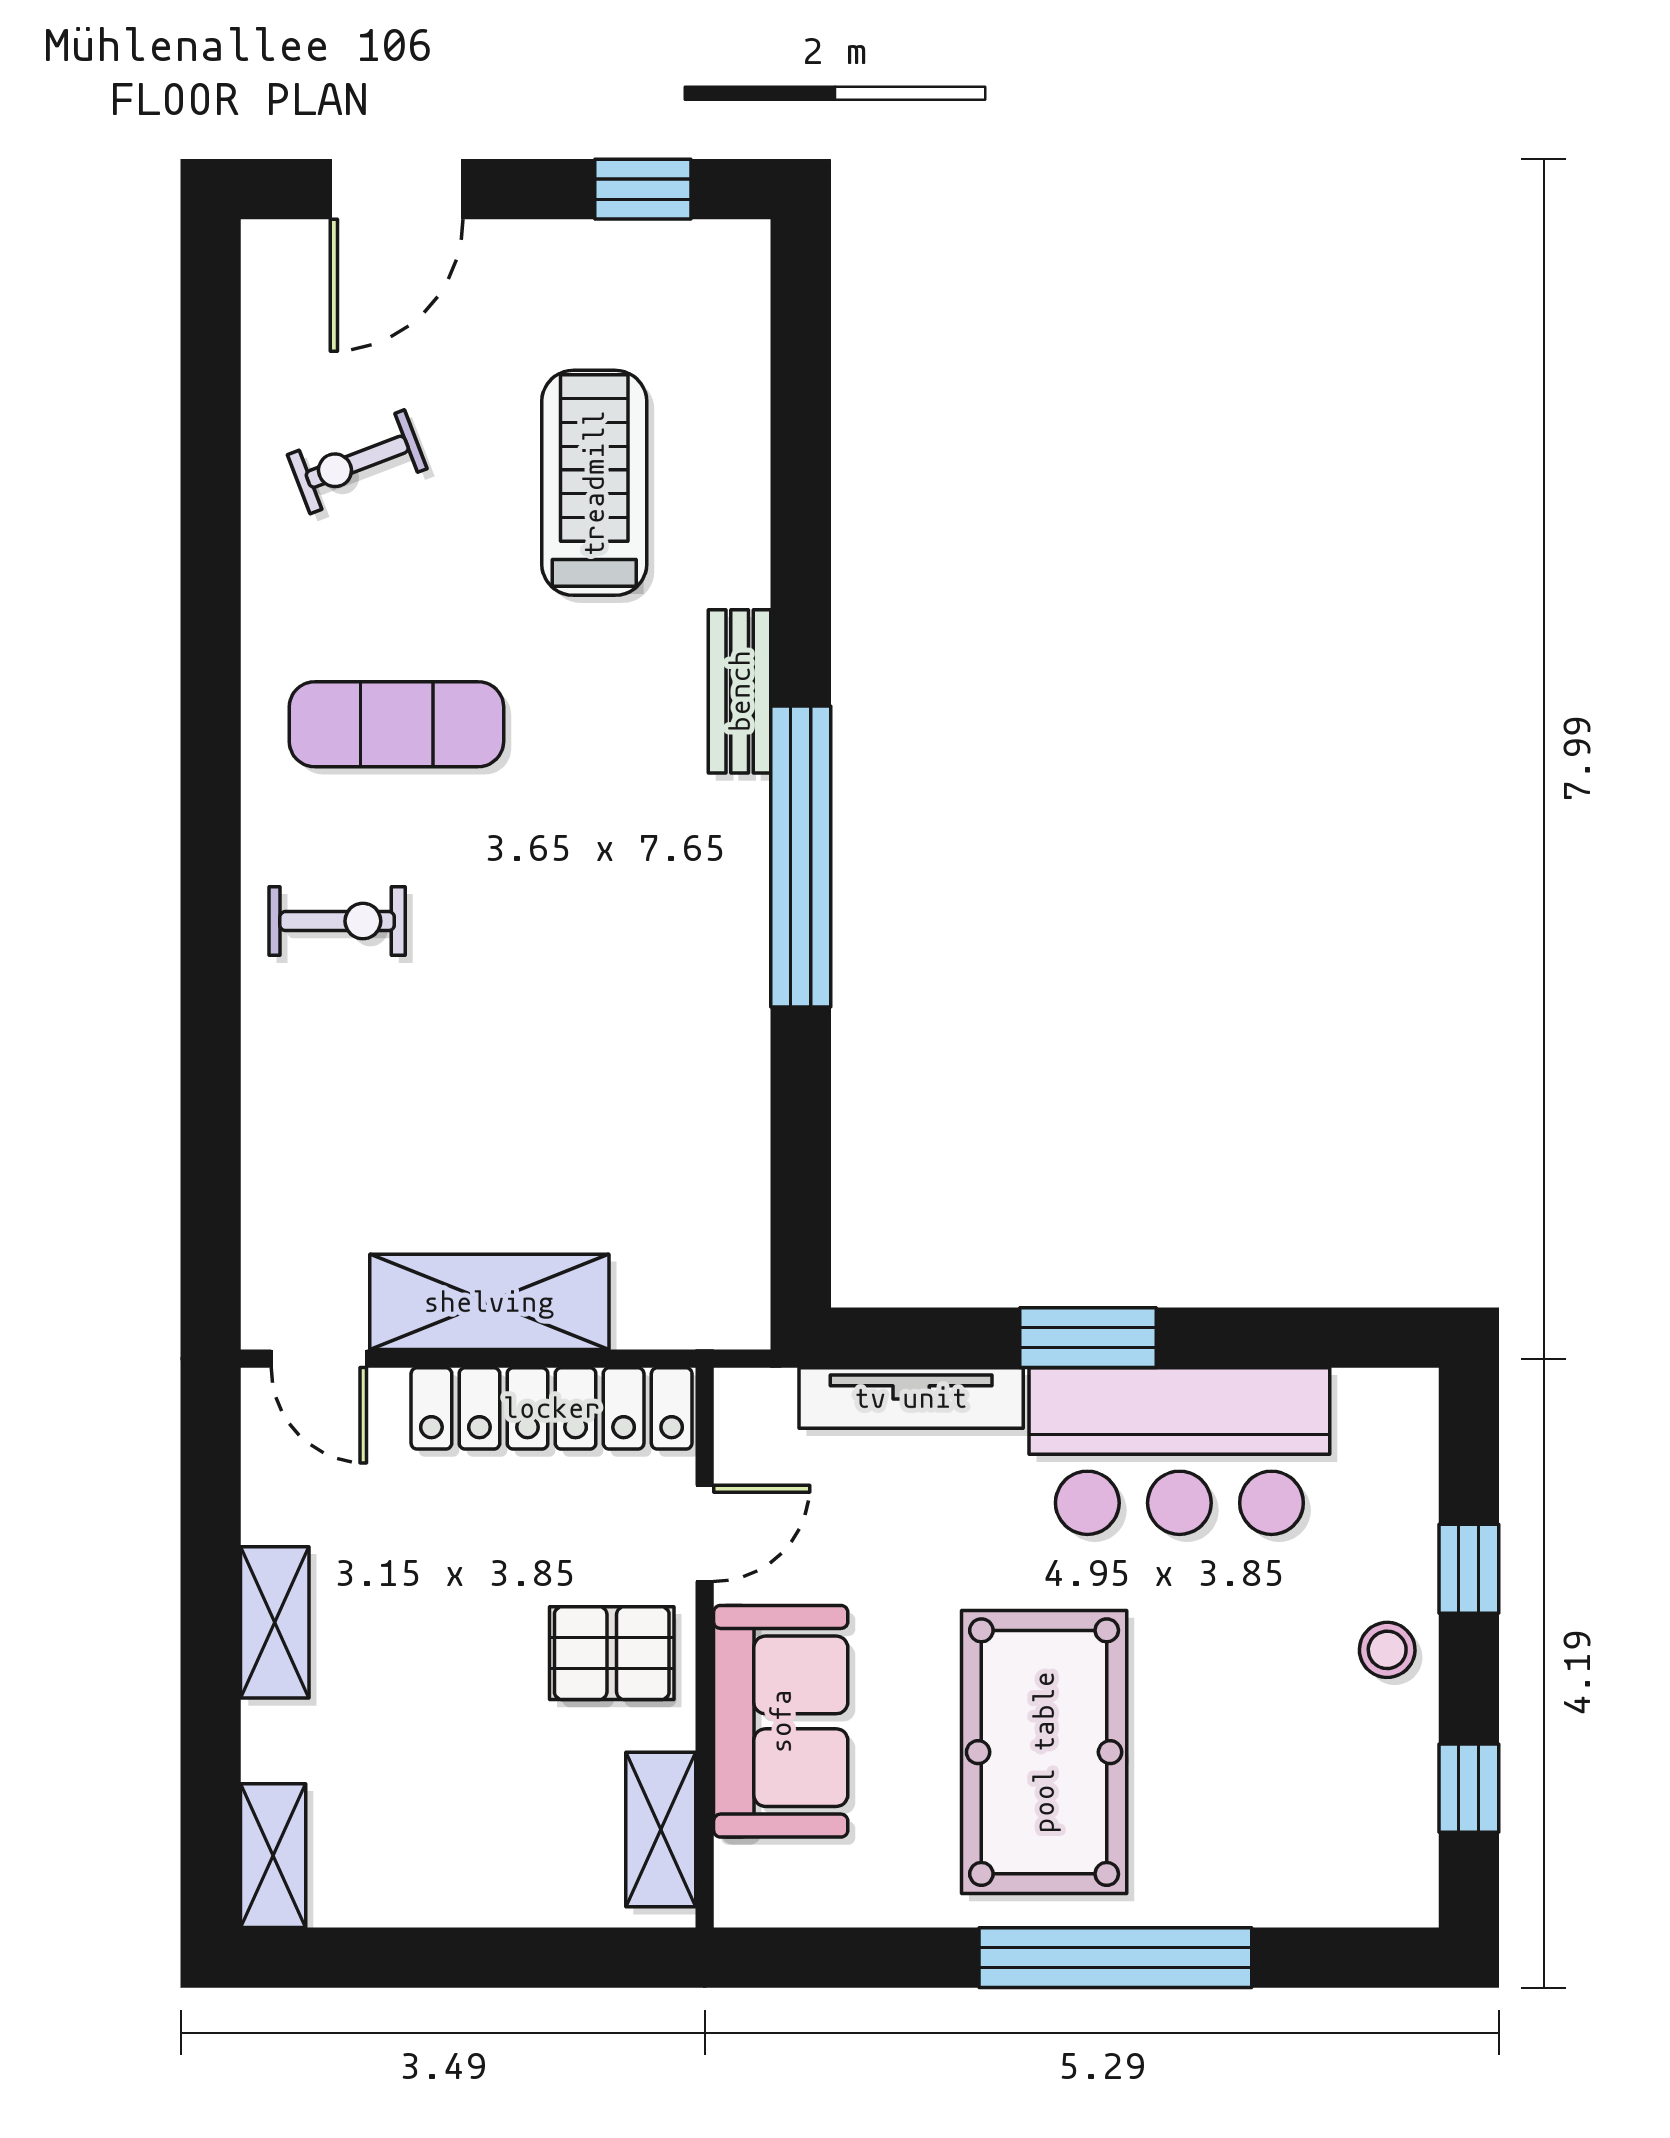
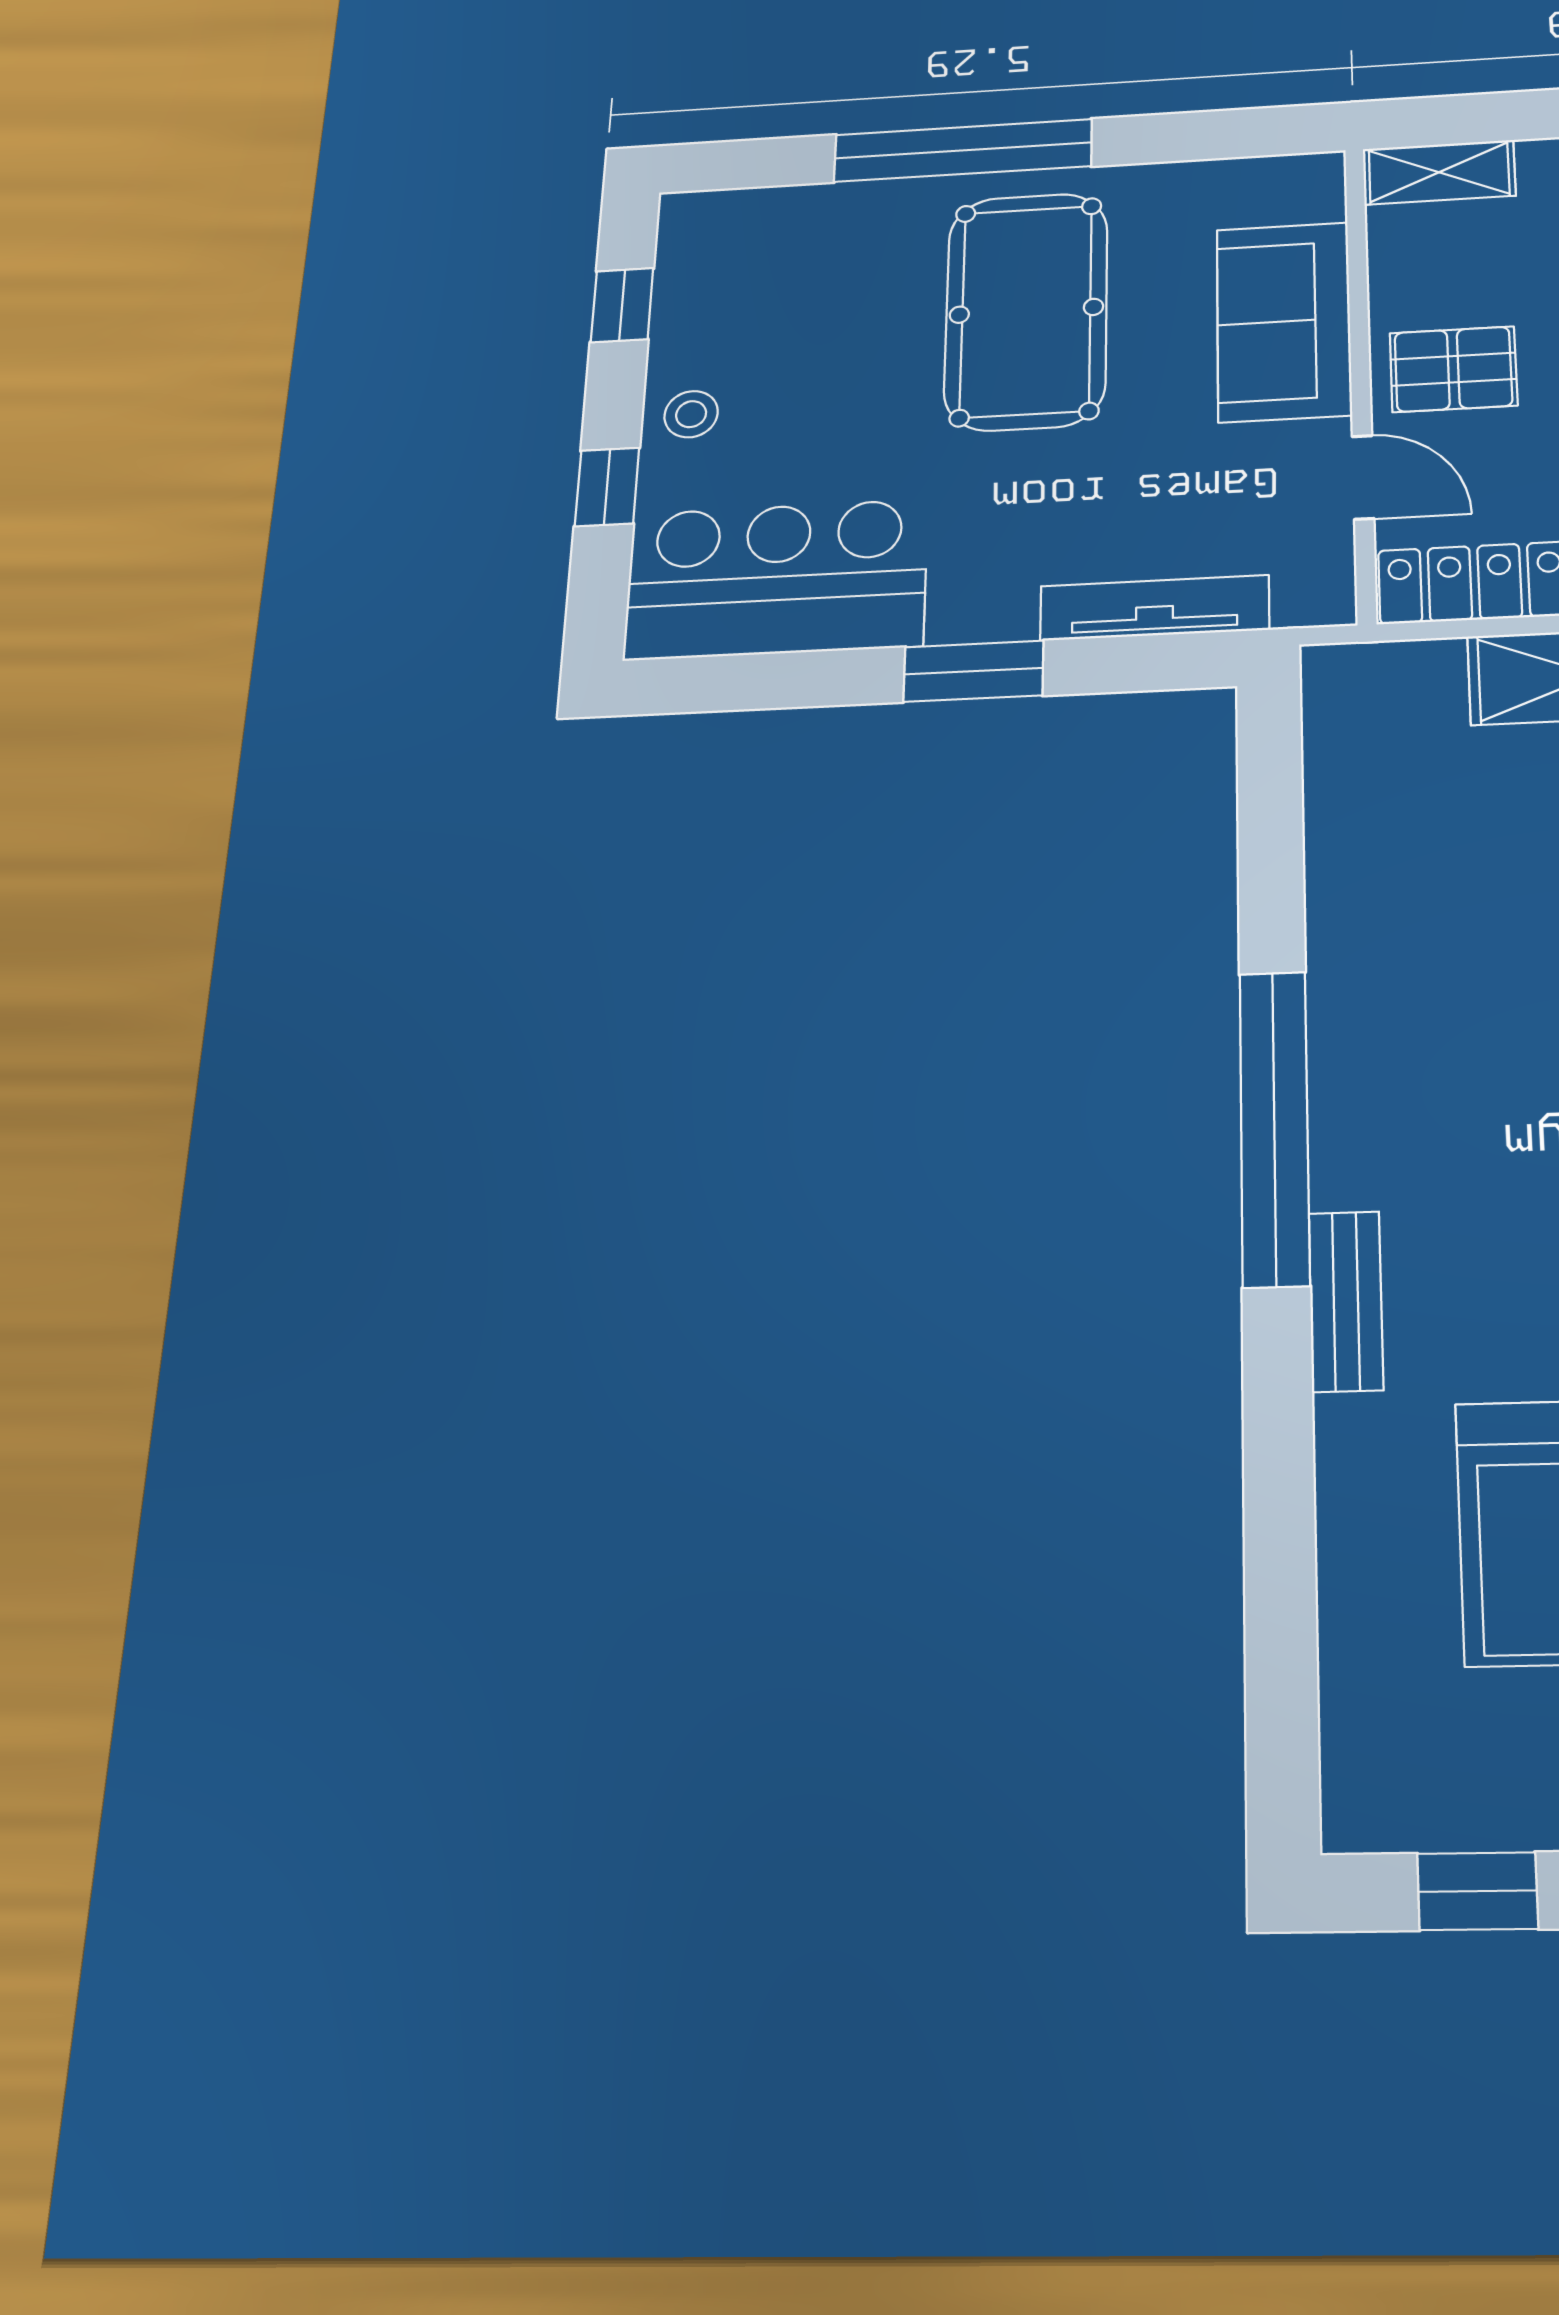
bar counter: (1179, 1451) -> (776, 580), moved
door: (705, 1533) -> (1363, 477), swing flipped
shelving: (661, 1830) -> (1439, 172), moved, turned 90

